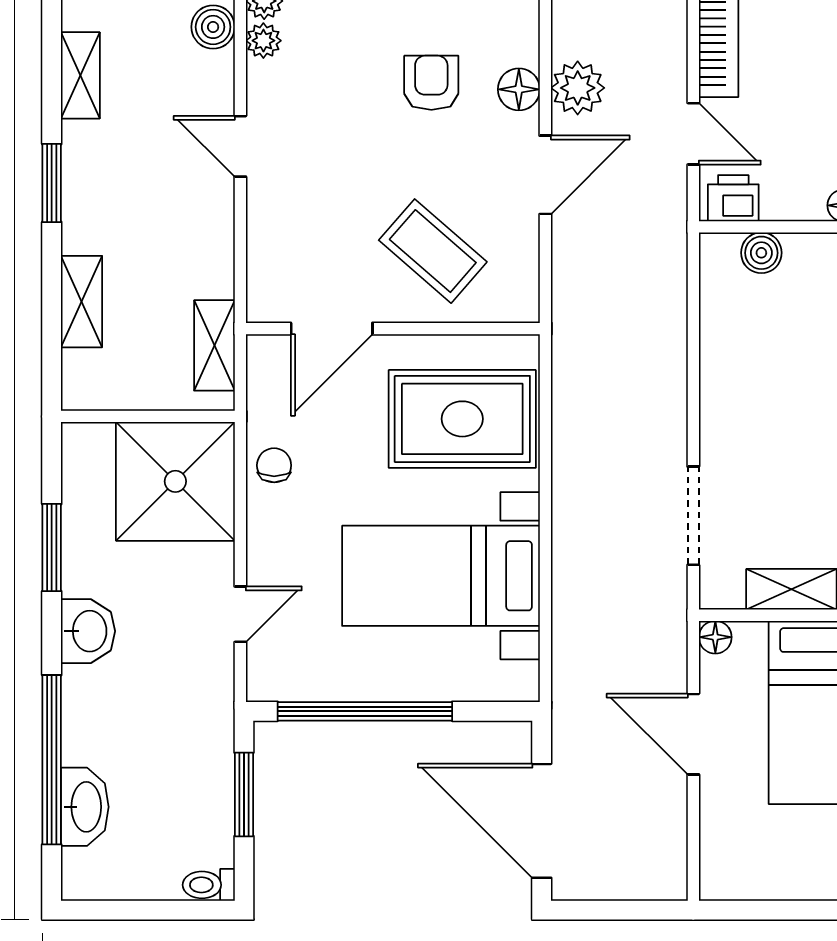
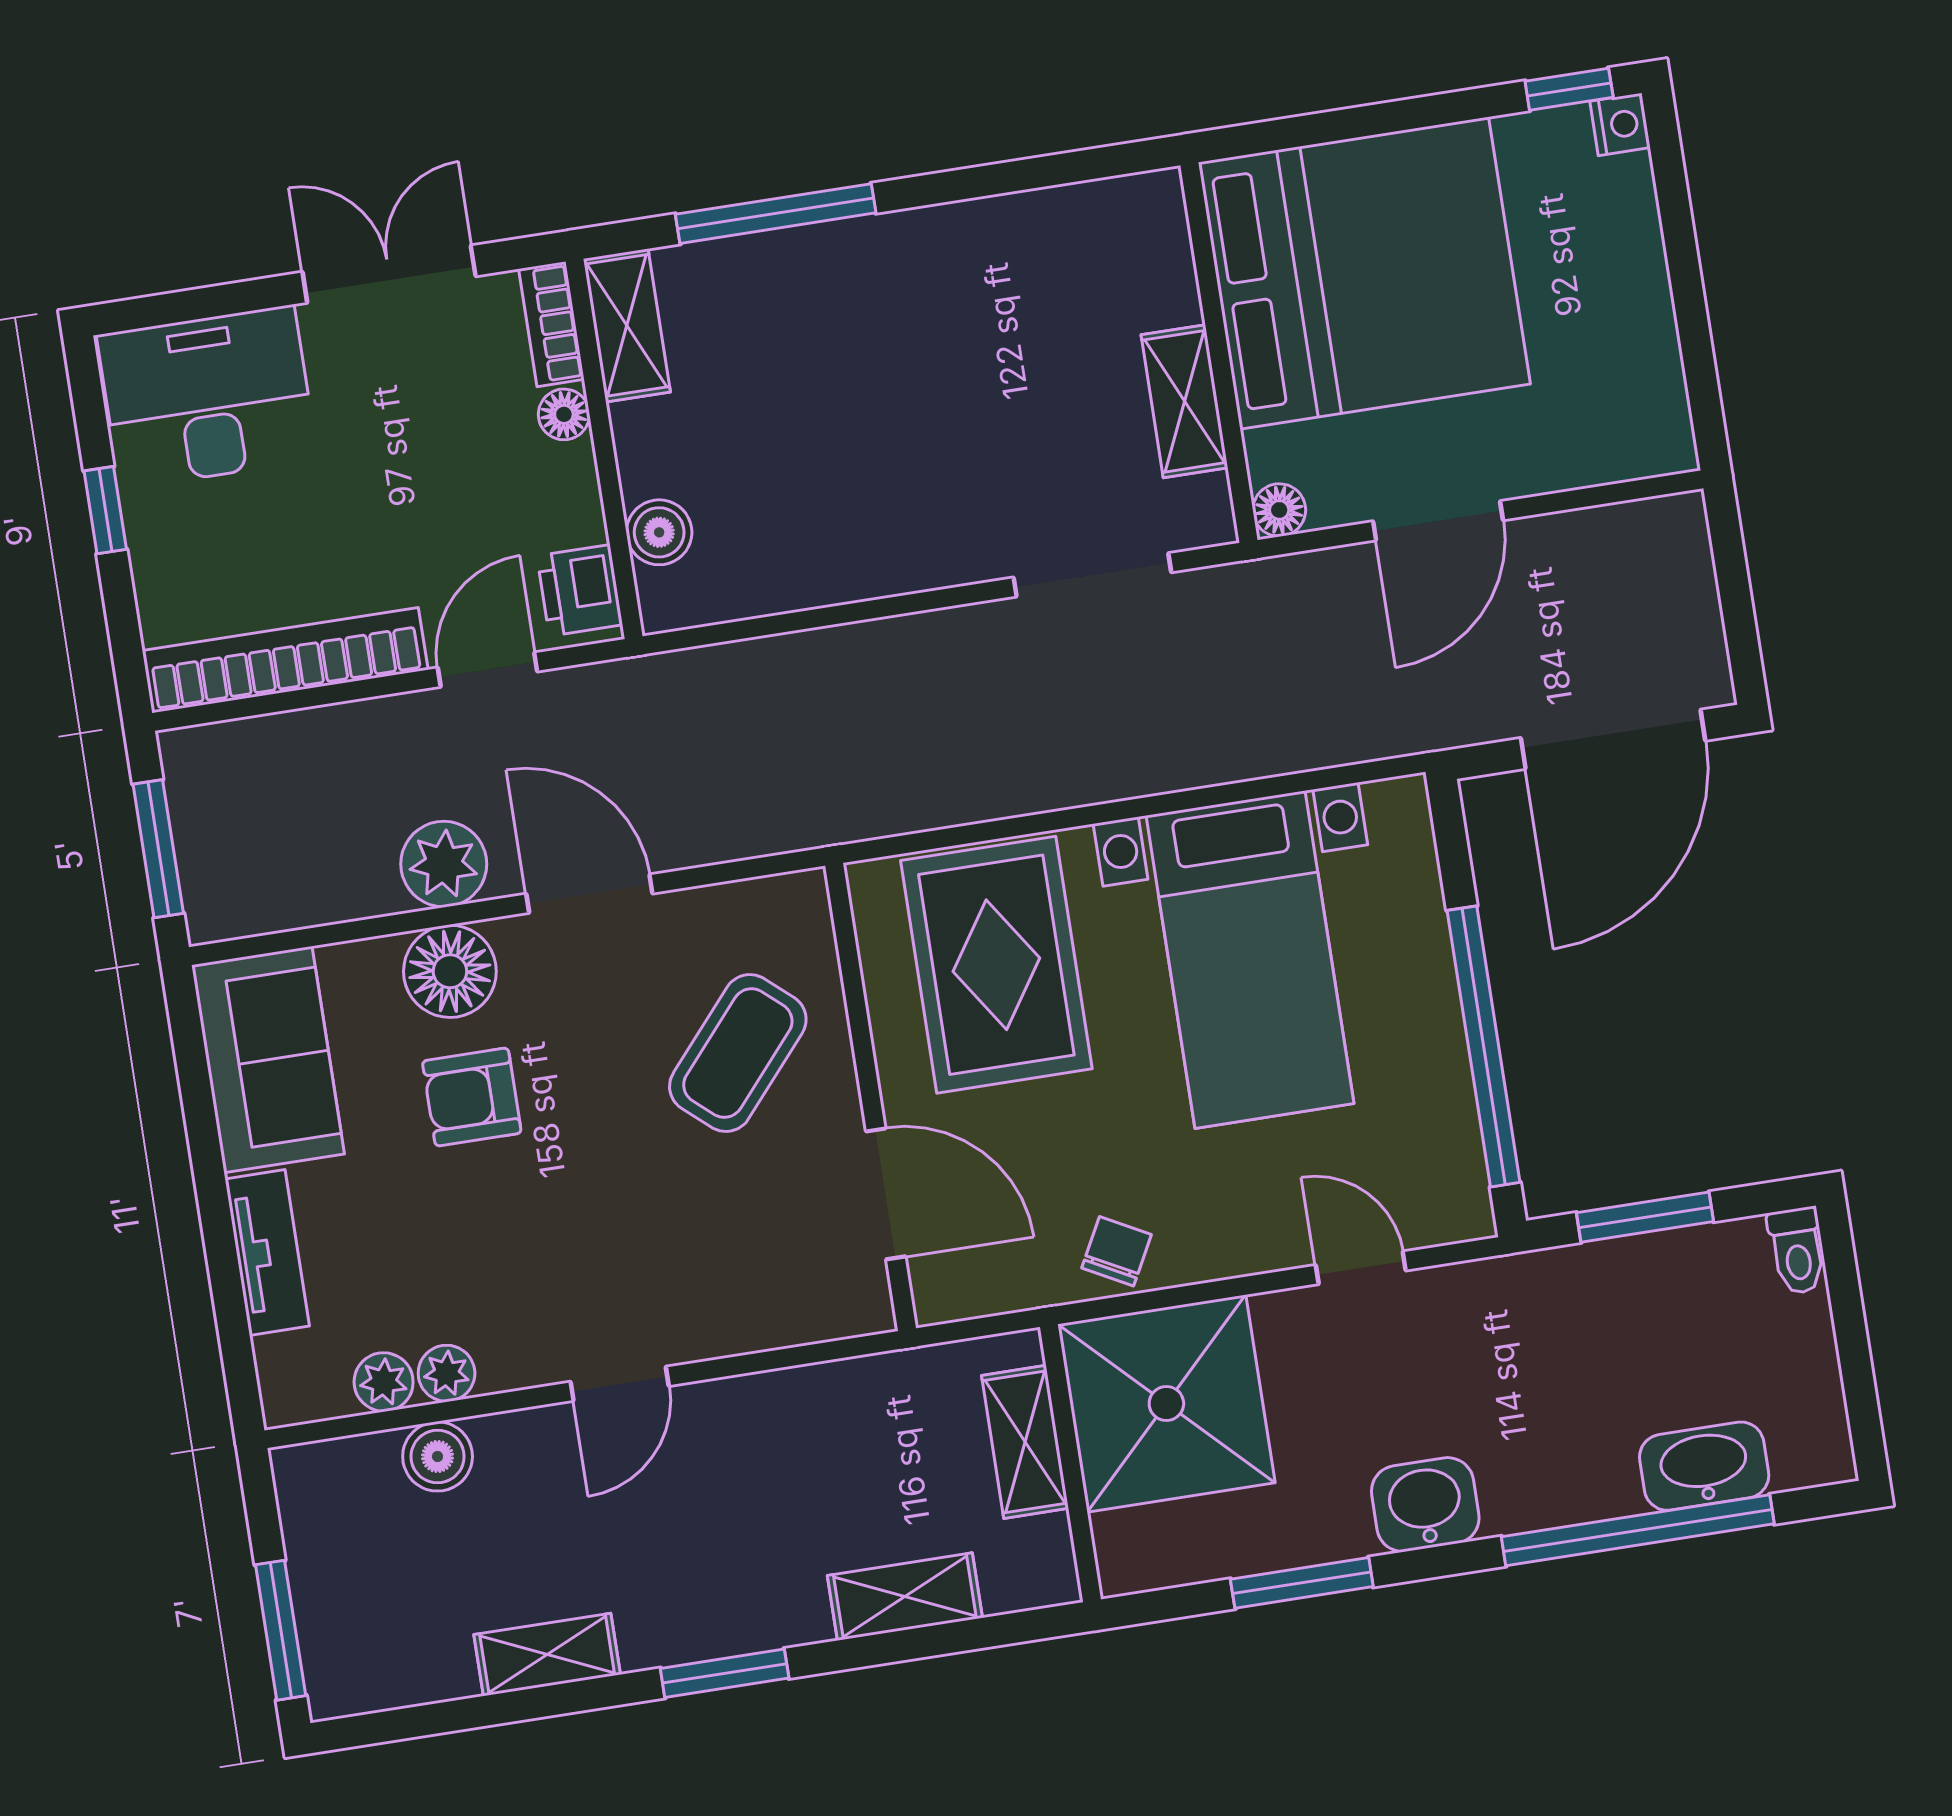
floor lamp: (519, 89) -> (450, 971), width x1.38, depth x1.38
shelving: (214, 345) -> (1025, 1442), moved, turned 90
chair: (274, 465) -> (1117, 1251), turned 118

